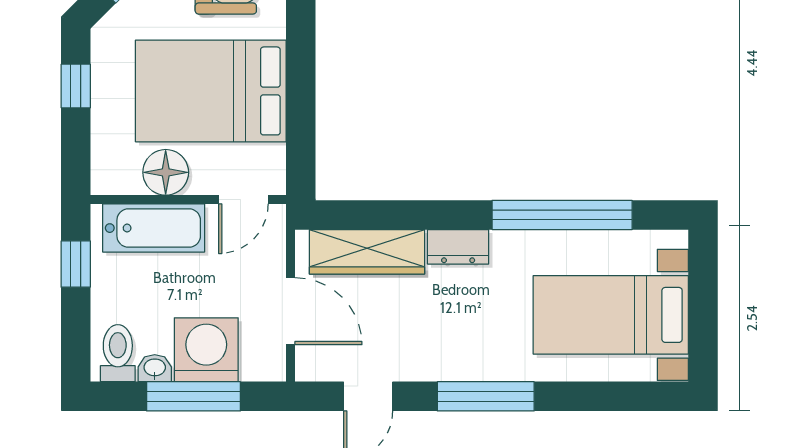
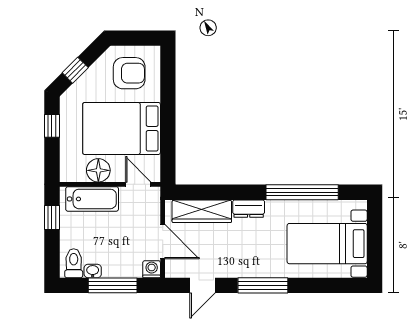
door: (243, 200) -> (138, 184), swing flipped
washing machine: (206, 350) -> (152, 269), moved, width x0.53, depth x0.53

